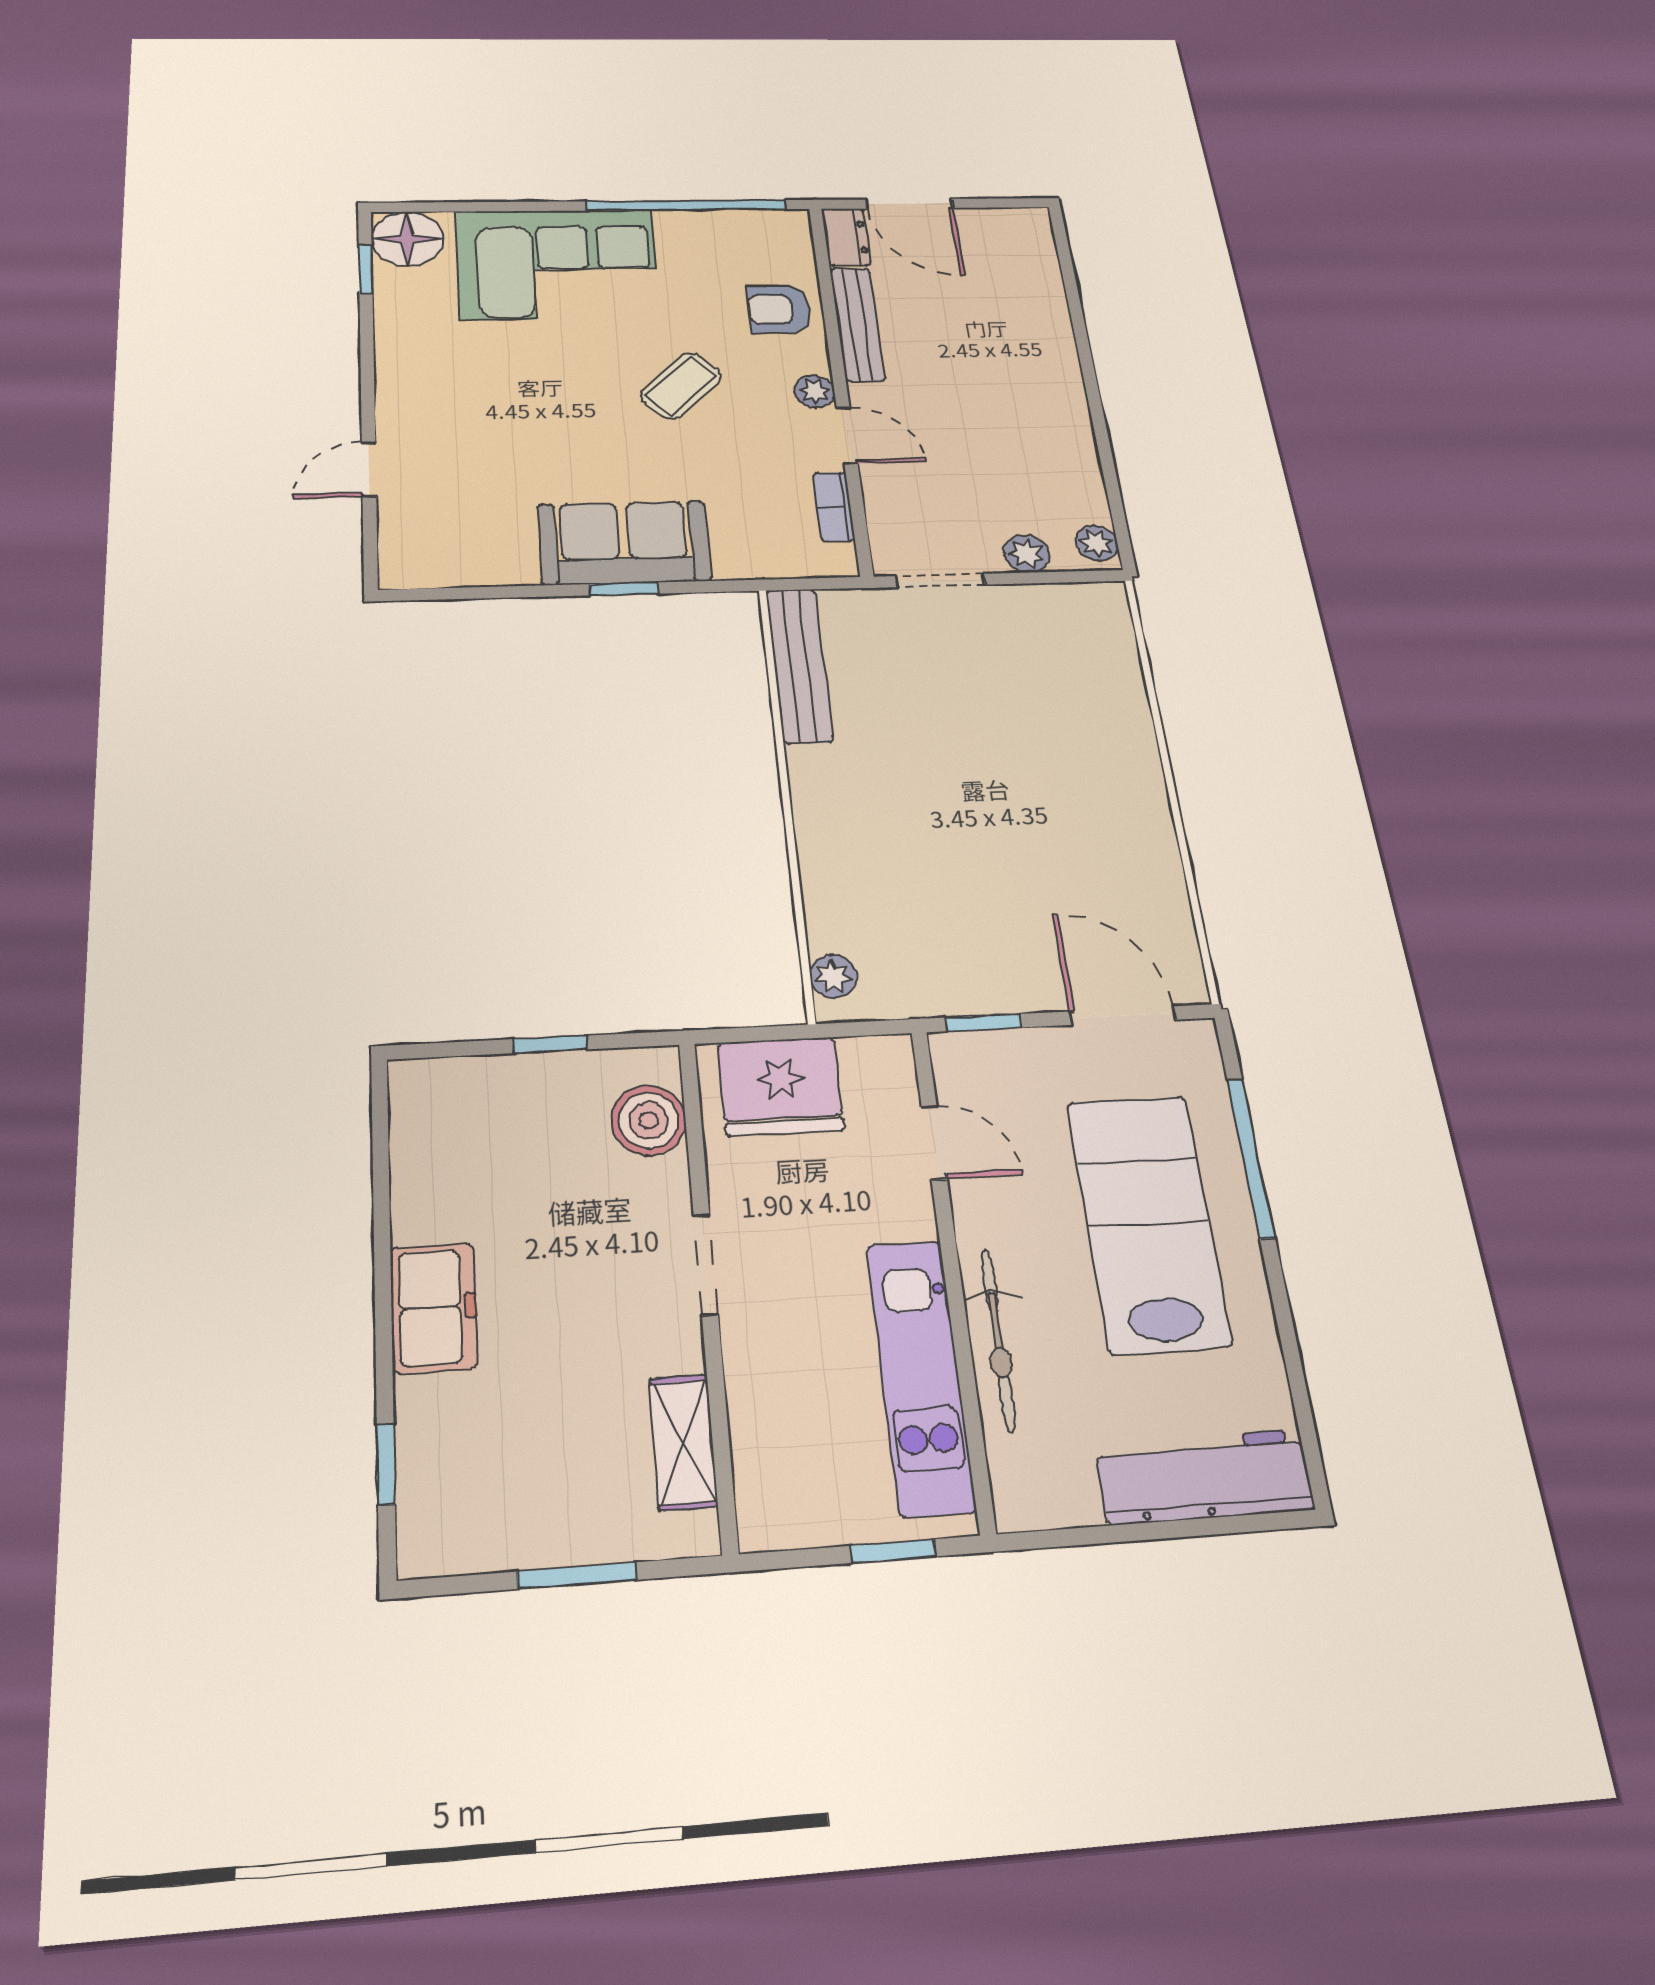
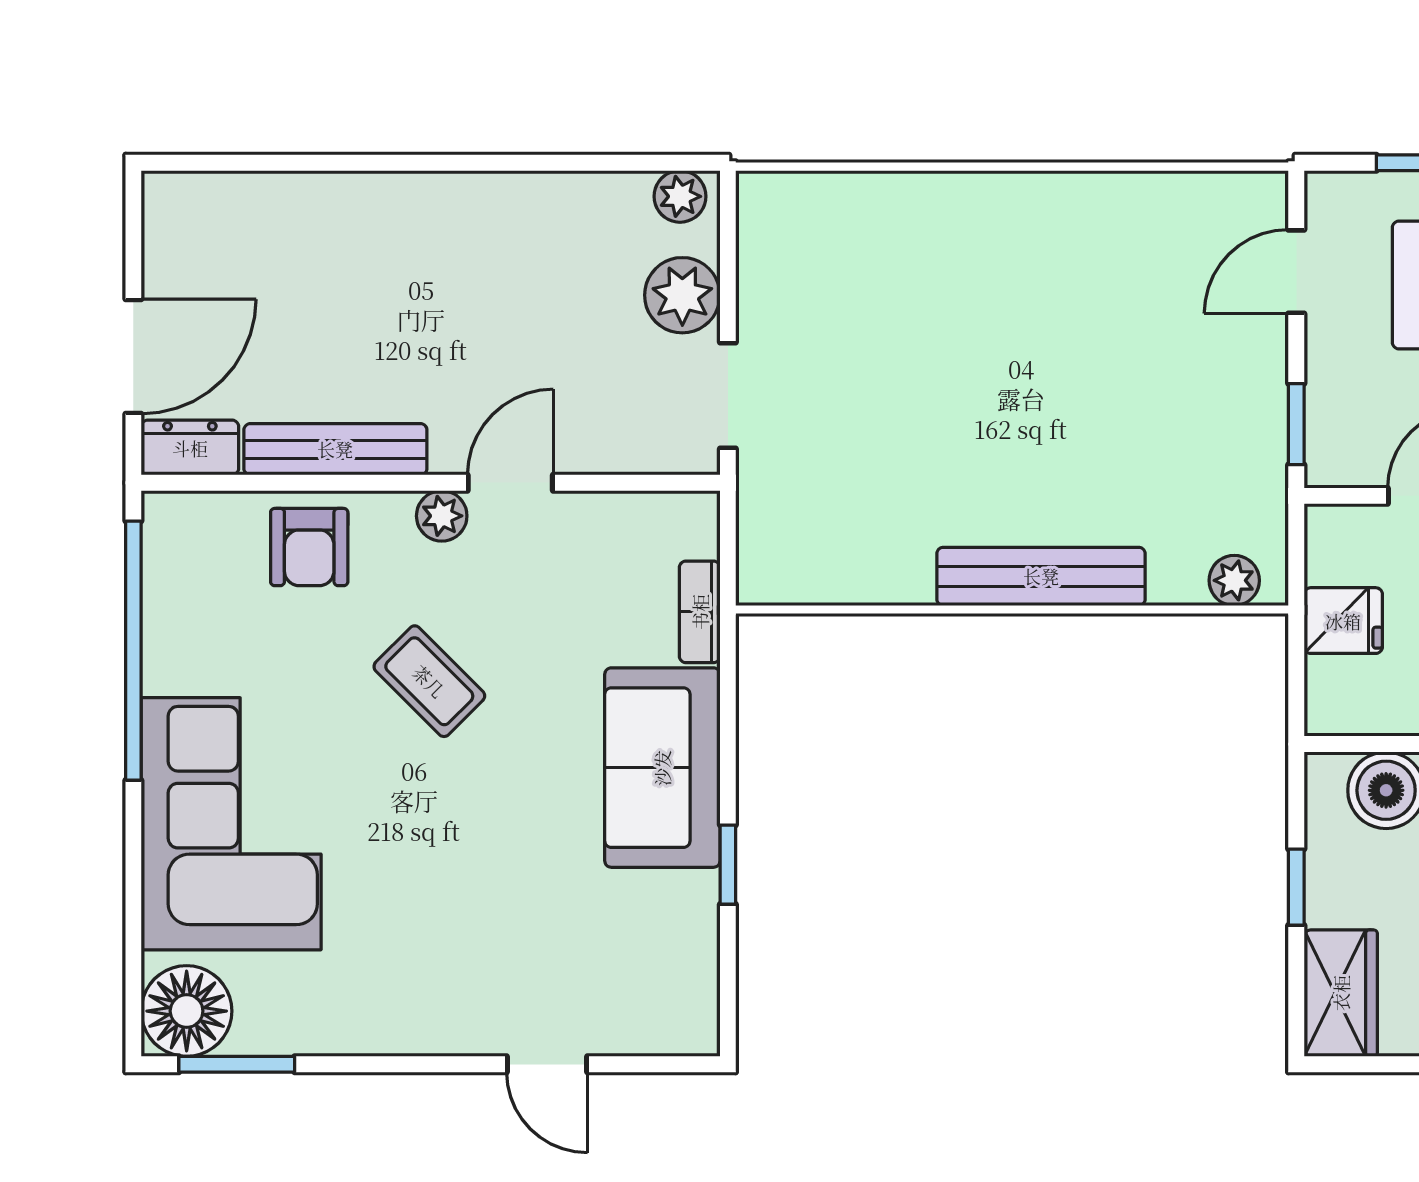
window: (366, 270) -> (237, 1064), width x1.50
bookcase: (834, 507) -> (700, 612), moved, turned 90
plant: (1027, 554) -> (682, 295), width x1.38, depth x1.38
window: (624, 589) -> (728, 865), moved
bench: (799, 665) -> (1041, 576), moved
door: (1123, 1016) -> (1296, 272), width x0.73
fridge: (781, 1086) -> (1343, 621), width x0.53, depth x0.75
wardrobe: (449, 1090) -> (1341, 993), added

